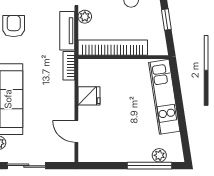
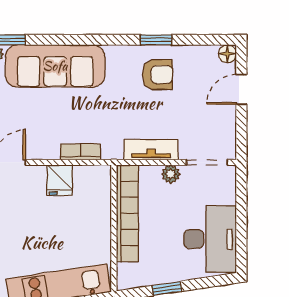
bookcase: (69, 66) -> (81, 152), moved

